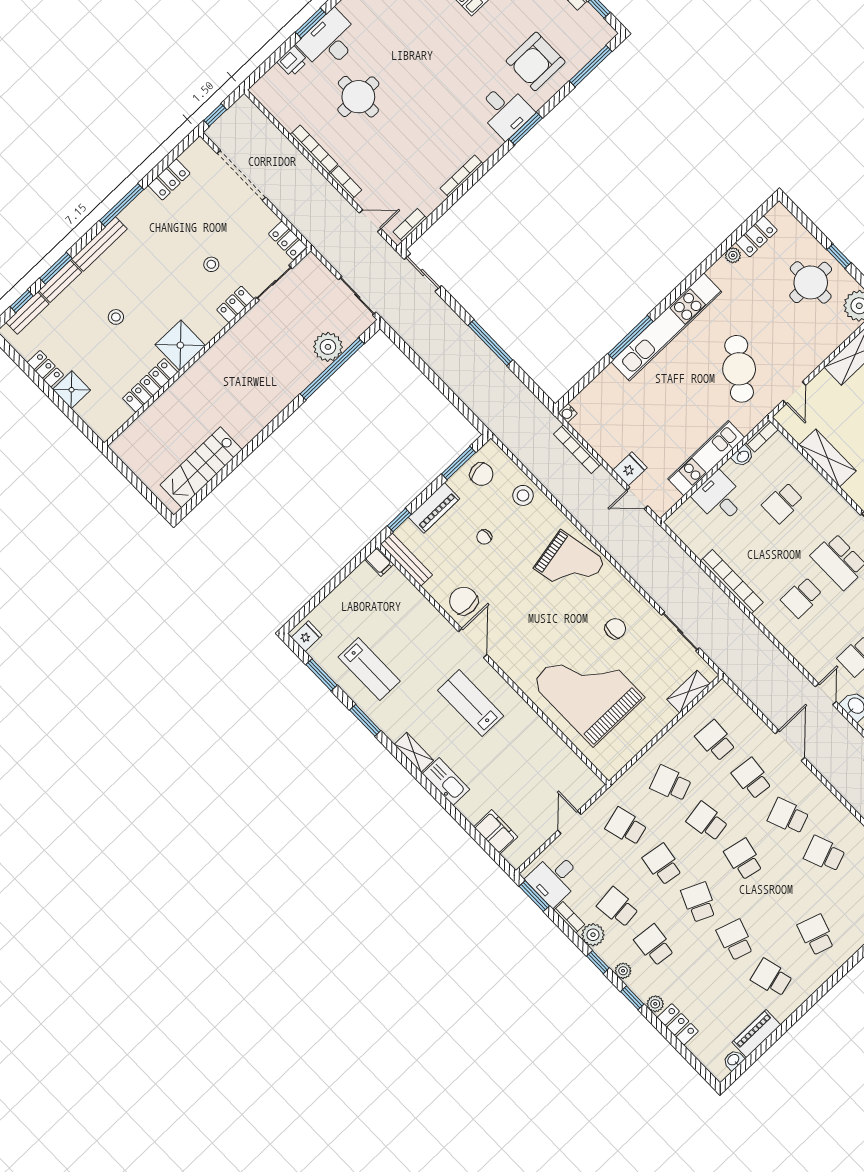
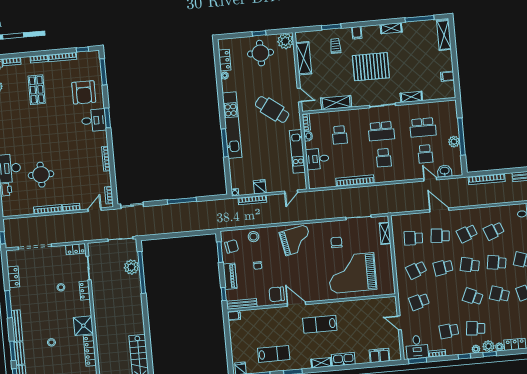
fridge: (630, 469) -> (260, 187), moved
school desk: (663, 864) -> (497, 263), moved
plant: (593, 935) -> (488, 346), moved

